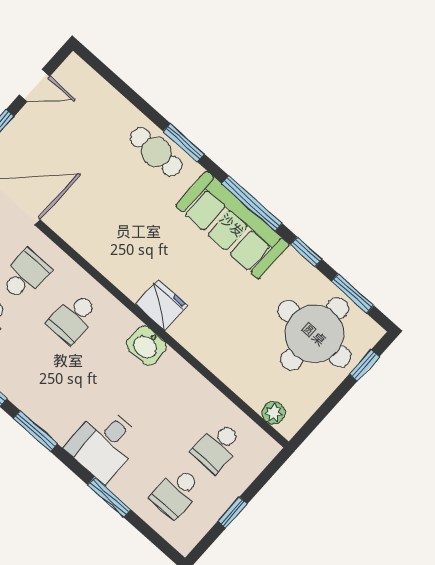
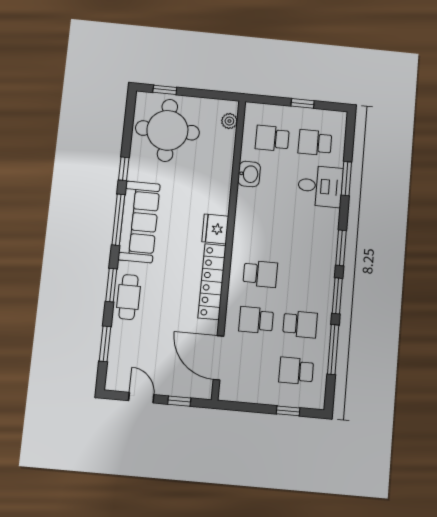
locker: (105, 257) -> (212, 282), added
window: (353, 293) -> (105, 344), moved
washbasin: (146, 345) -> (249, 174), moved
desk: (104, 444) -> (320, 186), moved
school desk: (218, 447) -> (272, 138), turned 180
school desk: (177, 492) -> (315, 143), turned 180

